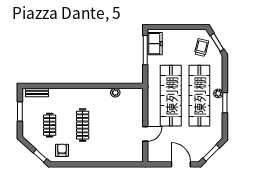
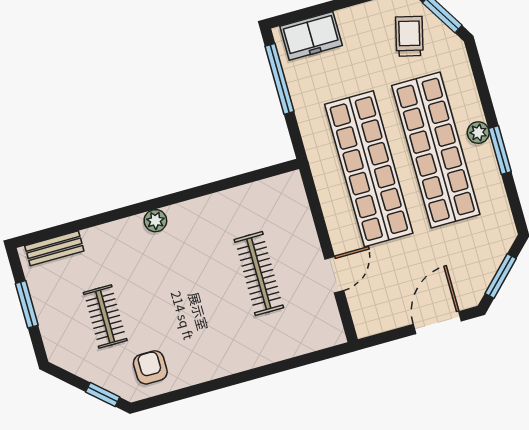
freezer: (155, 44) -> (311, 36), moved, turned 90
plant: (115, 93) -> (155, 221), moved
clothes rail: (83, 125) -> (259, 274), moved
door: (181, 164) -> (437, 323), hinge flipped

